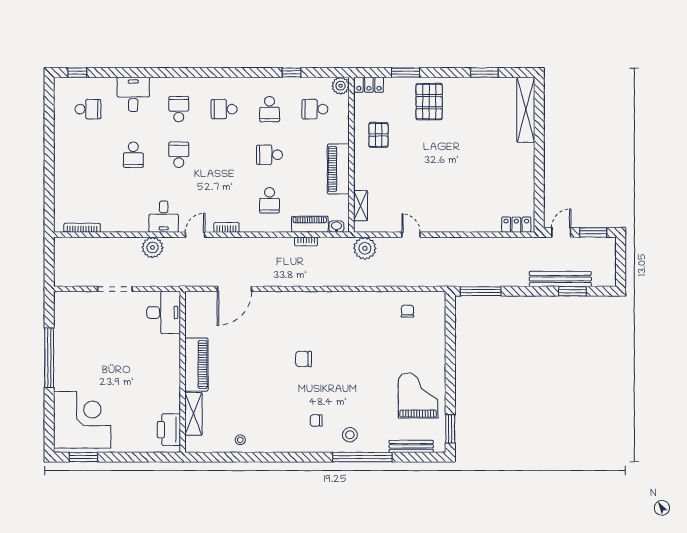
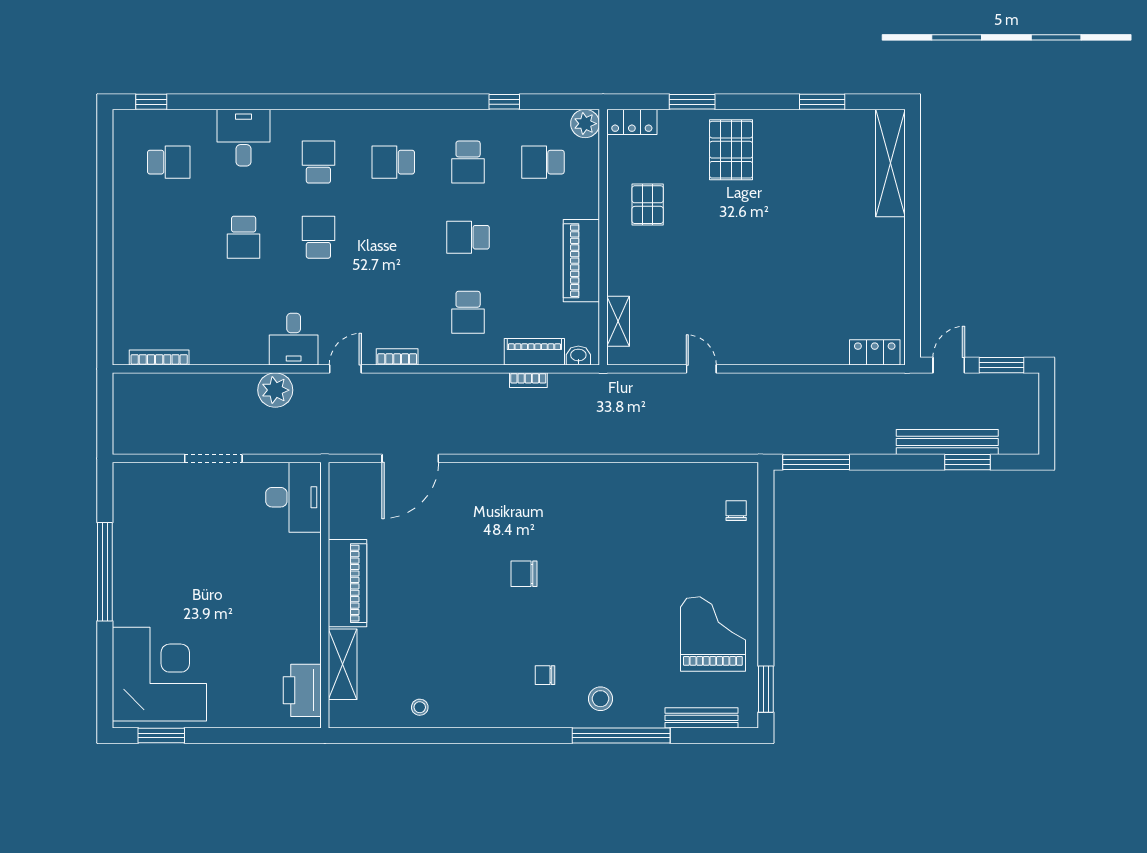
plant: (365, 248) -> (625, 391), removed
chair: (407, 311) -> (736, 511), moved

